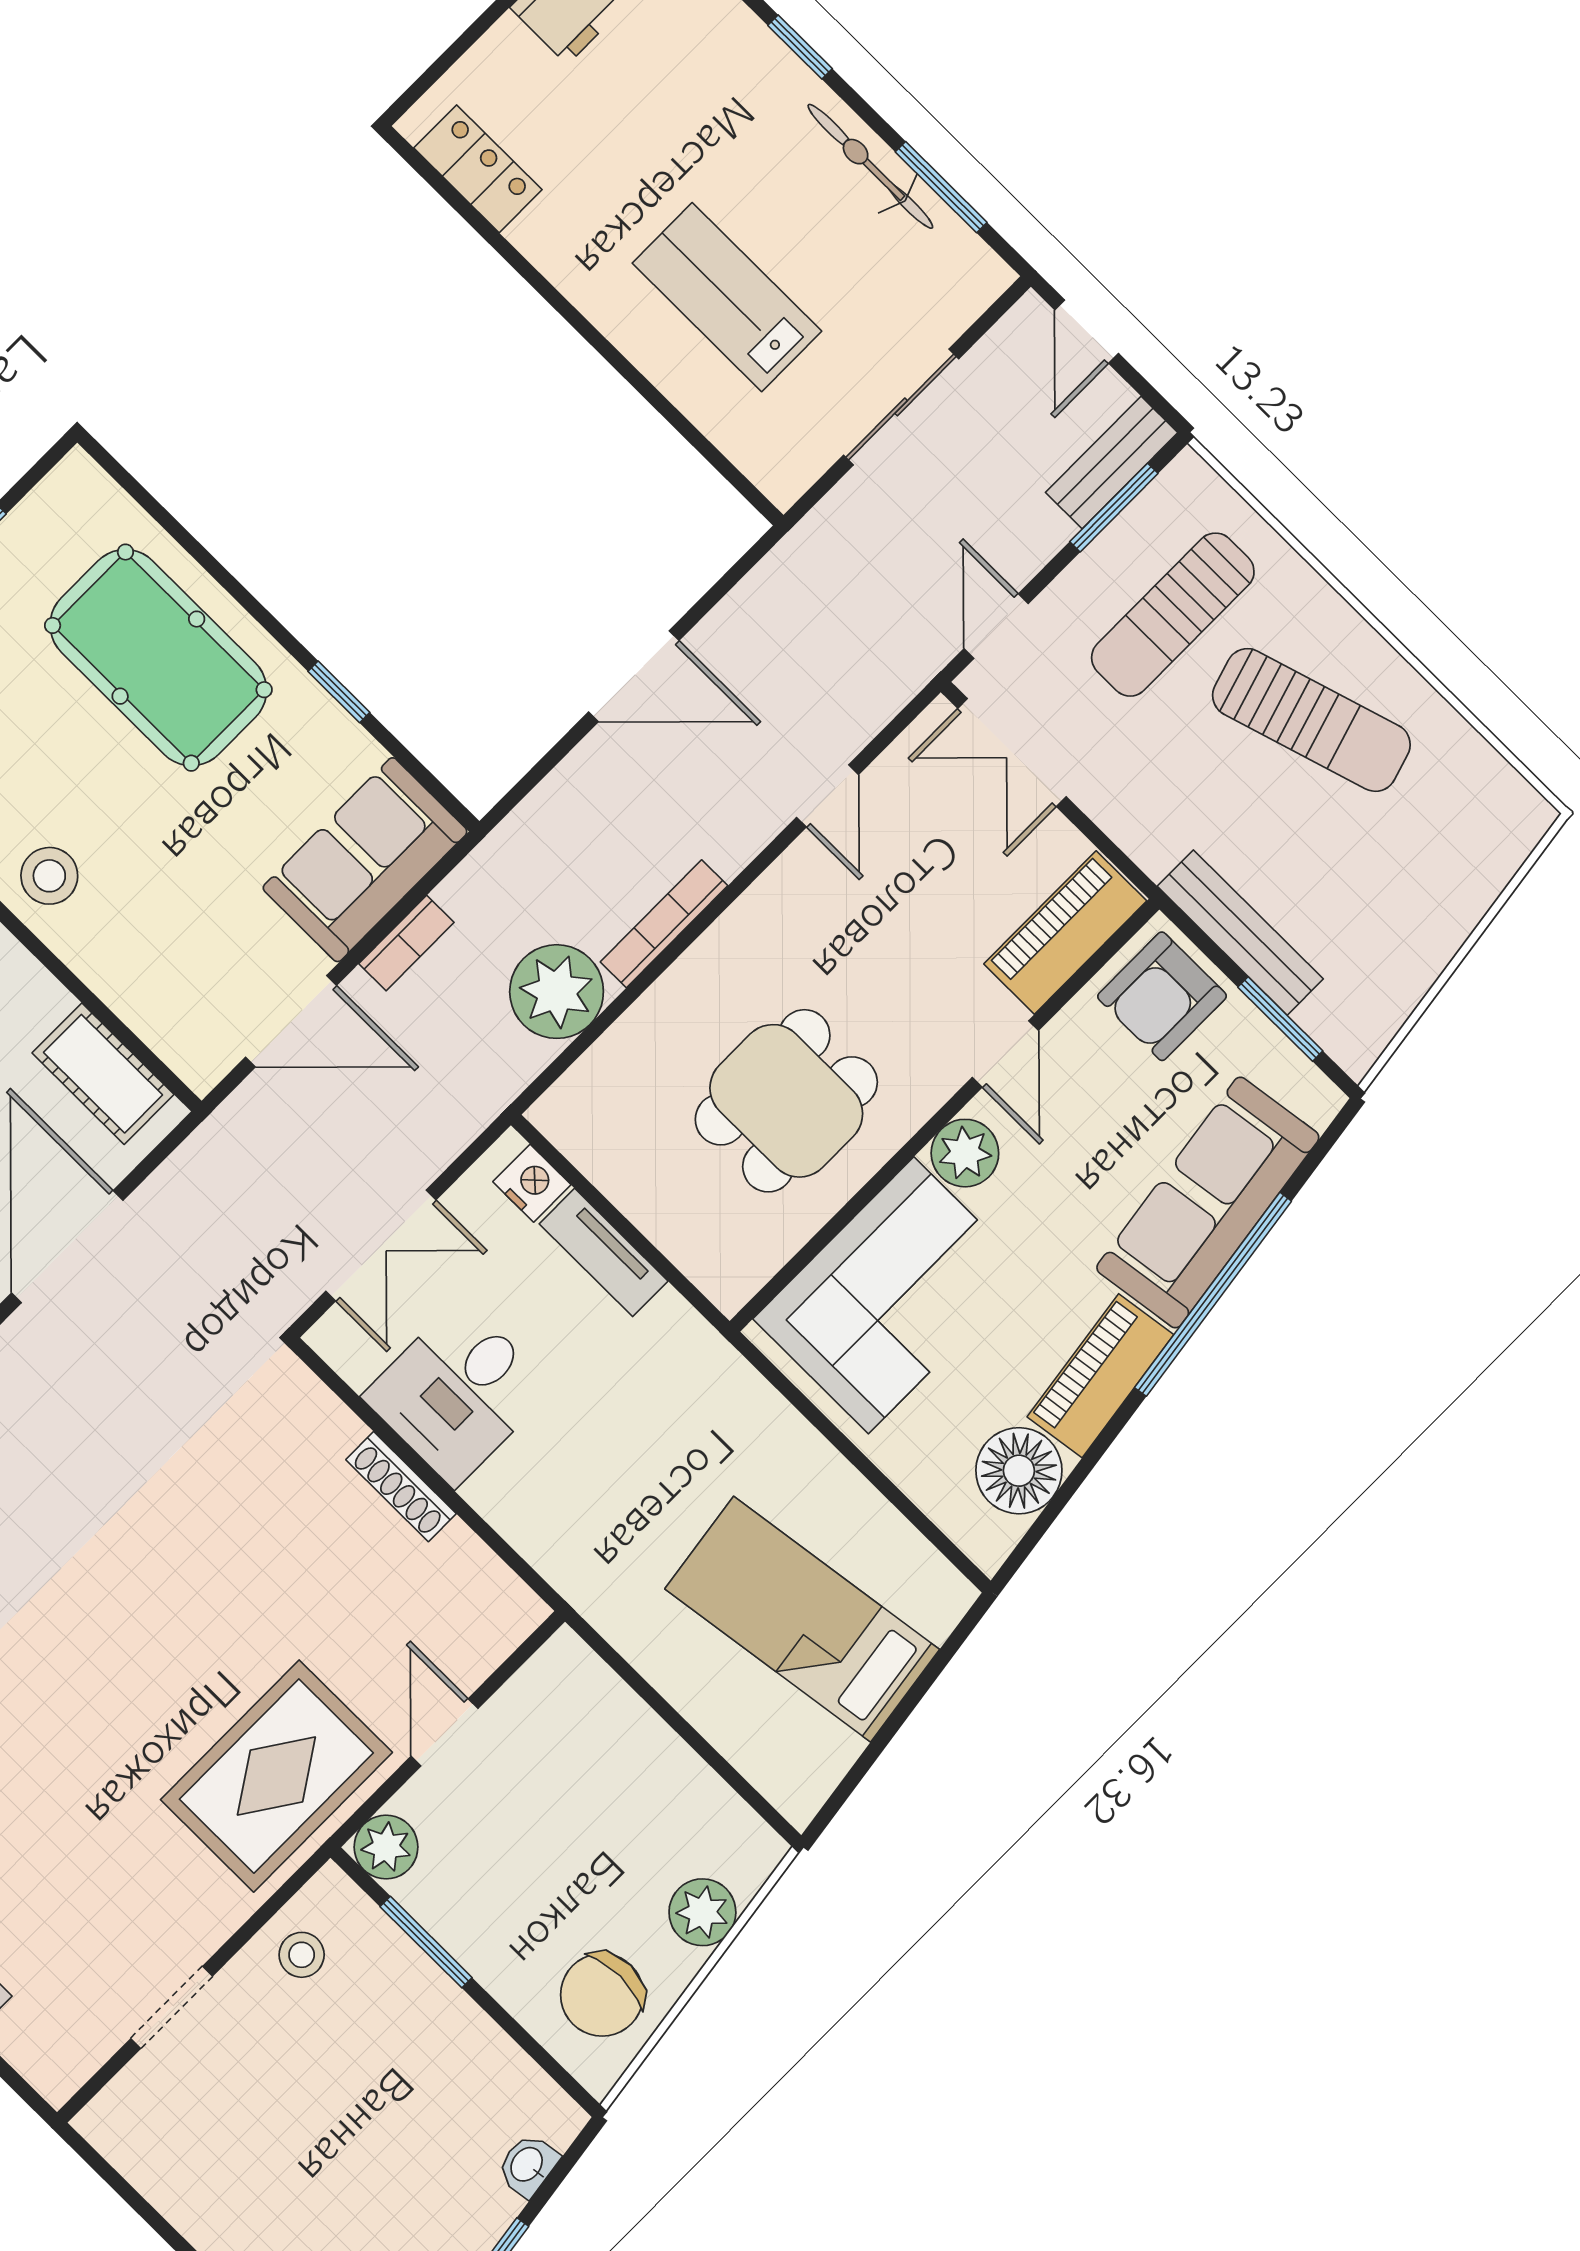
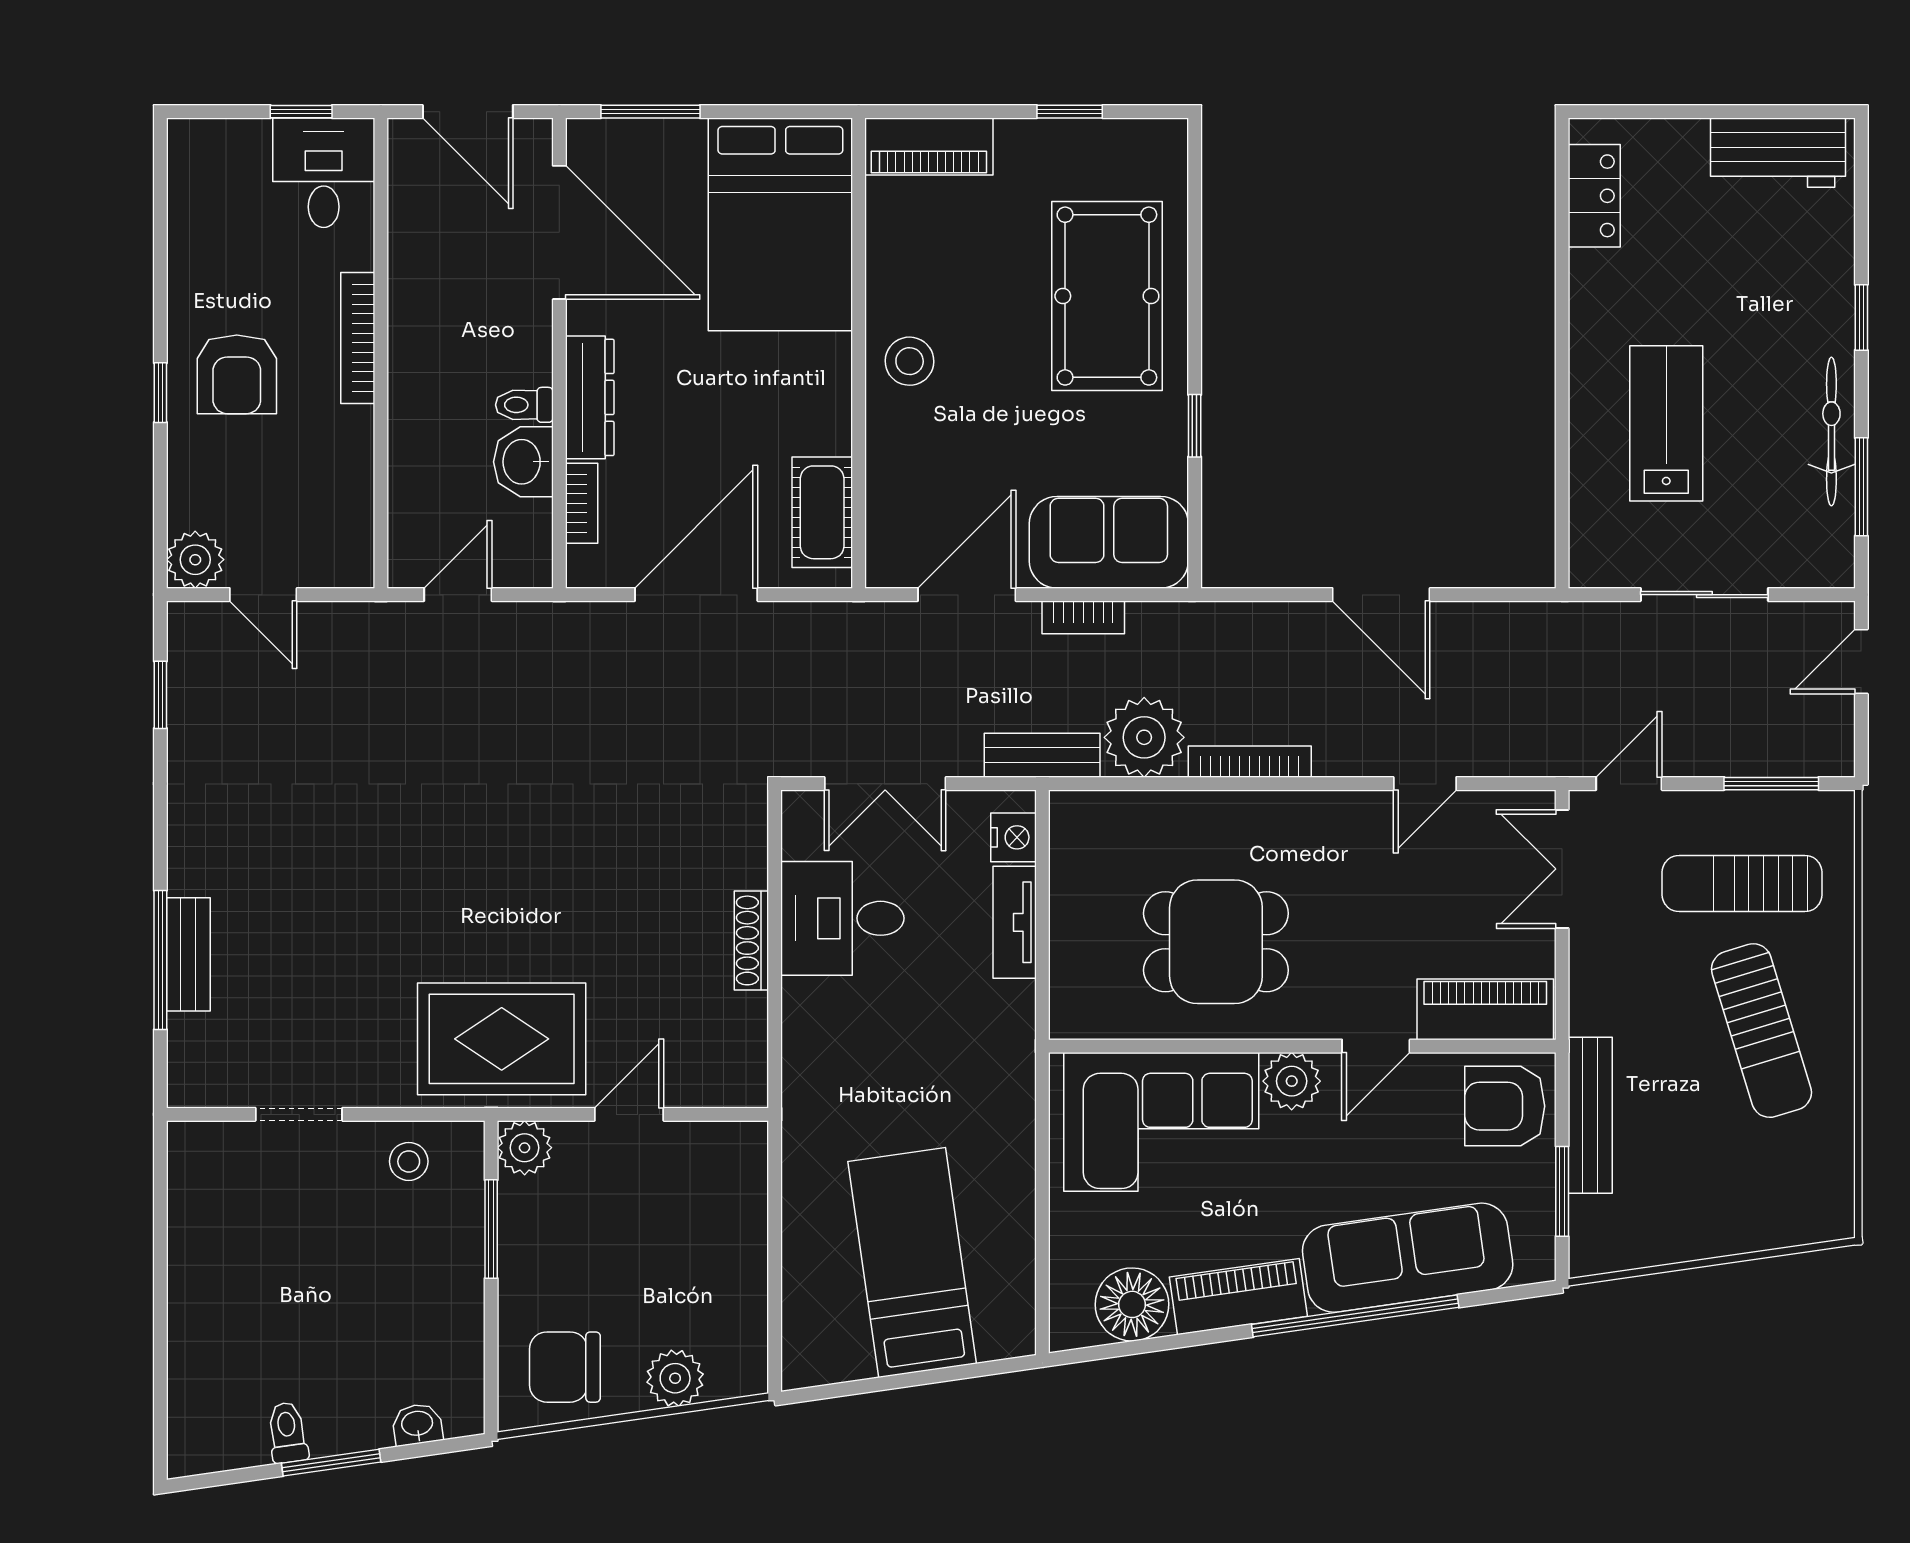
bench: (1112, 462) -> (1042, 755), moved
door: (291, 1021) -> (967, 595), swing flipped

